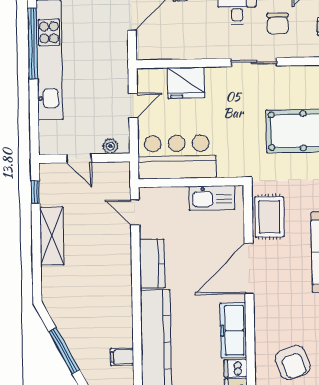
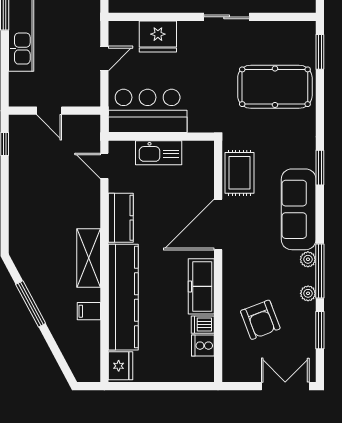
plant: (110, 146) -> (81, 99), removed
kitchen sink: (212, 198) -> (159, 153), moved
shelving: (52, 236) -> (89, 258), moved

